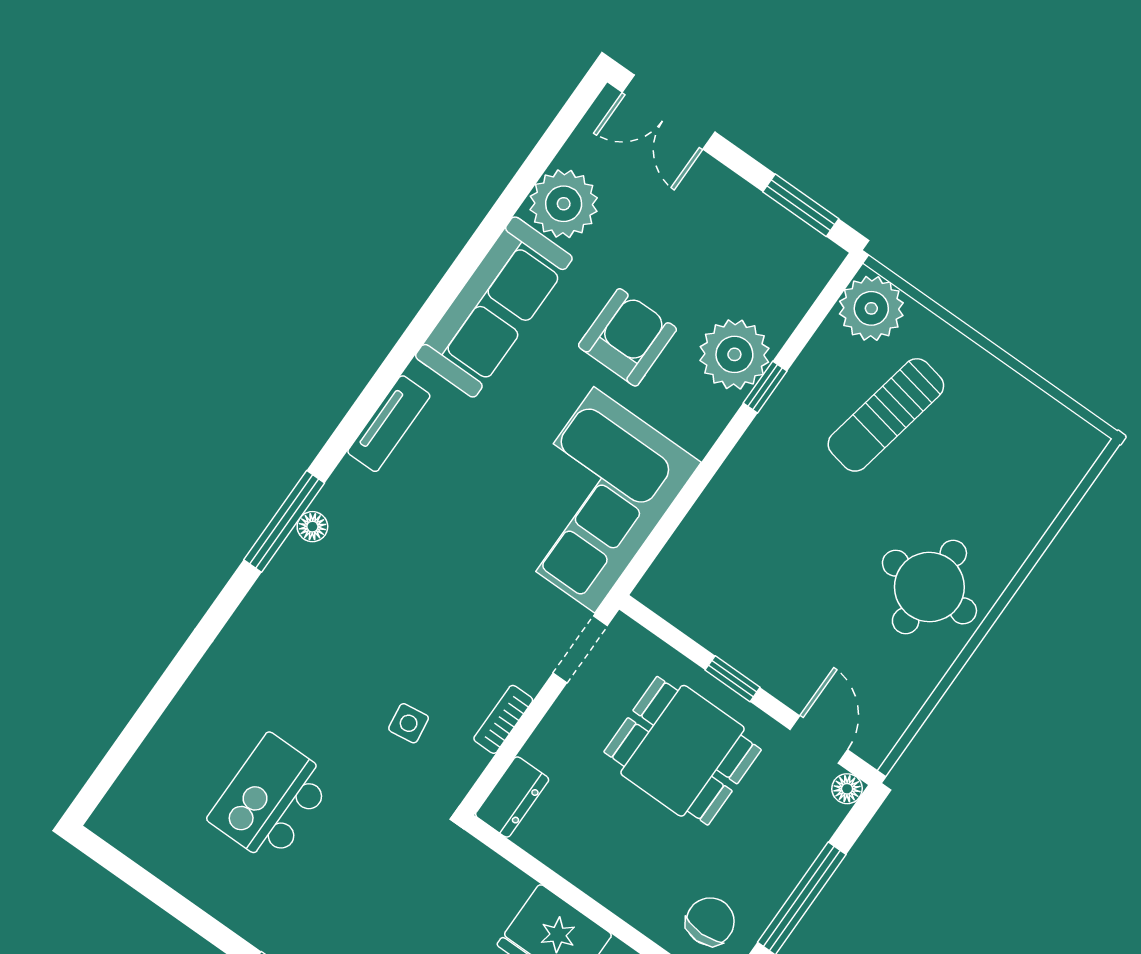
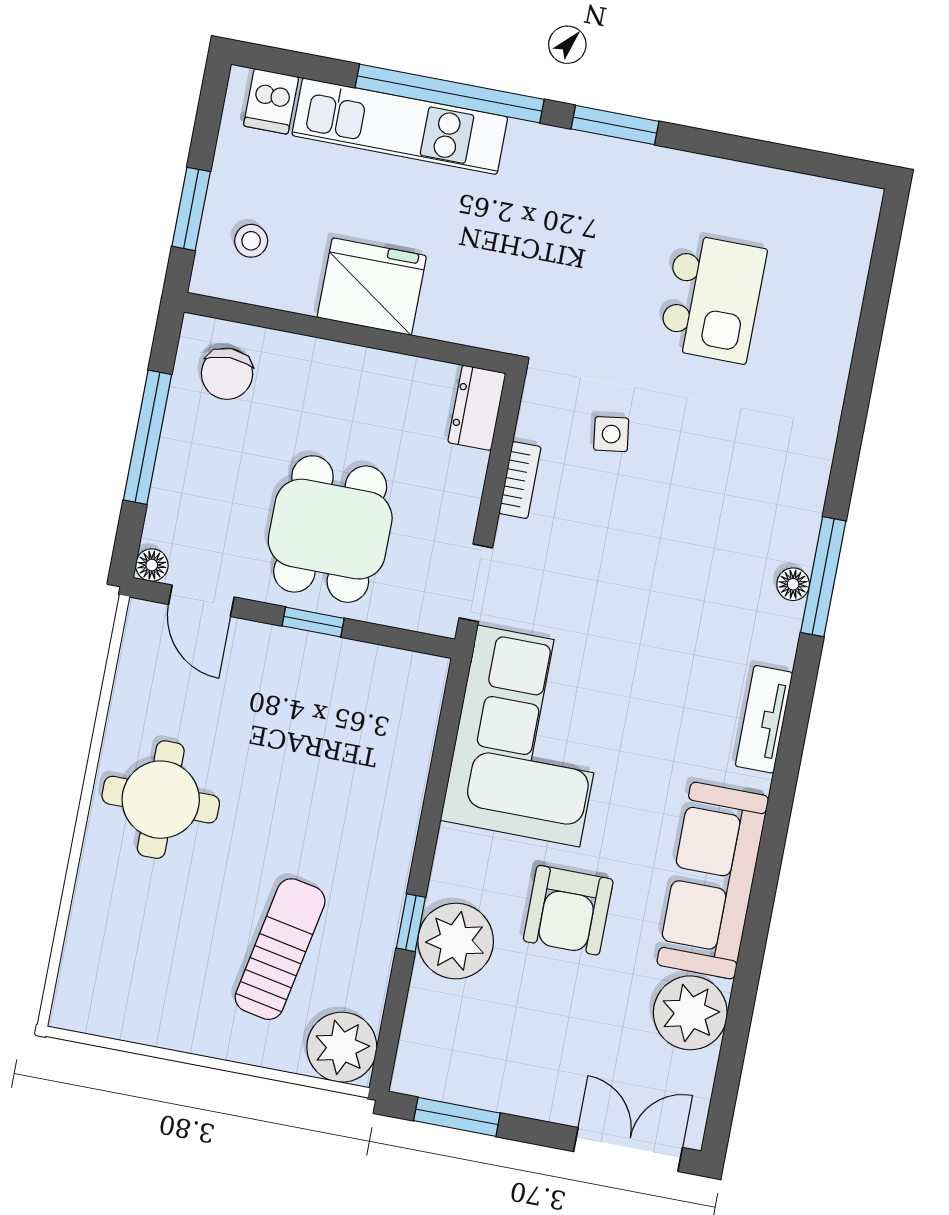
dining table: (683, 751) -> (330, 529), turned 90

